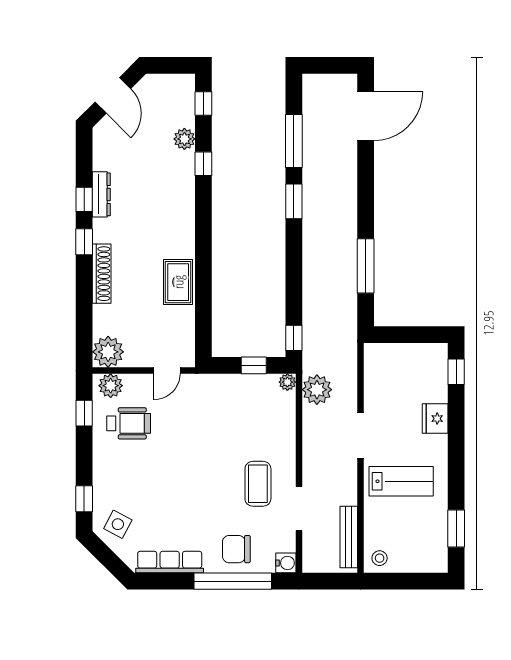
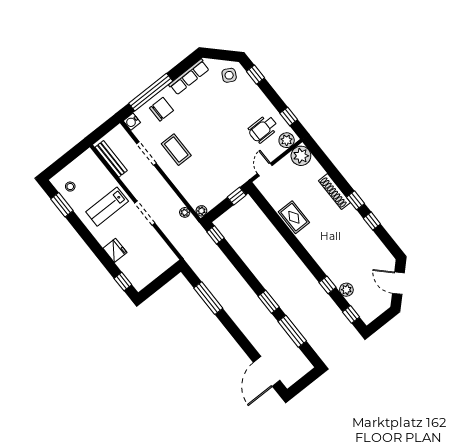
dresser: (101, 194) -> (365, 230), removed
window: (254, 365) -> (237, 196), moved
plant: (317, 390) -> (185, 212), width x0.53, depth x0.53
stool: (380, 558) -> (70, 187), moved

